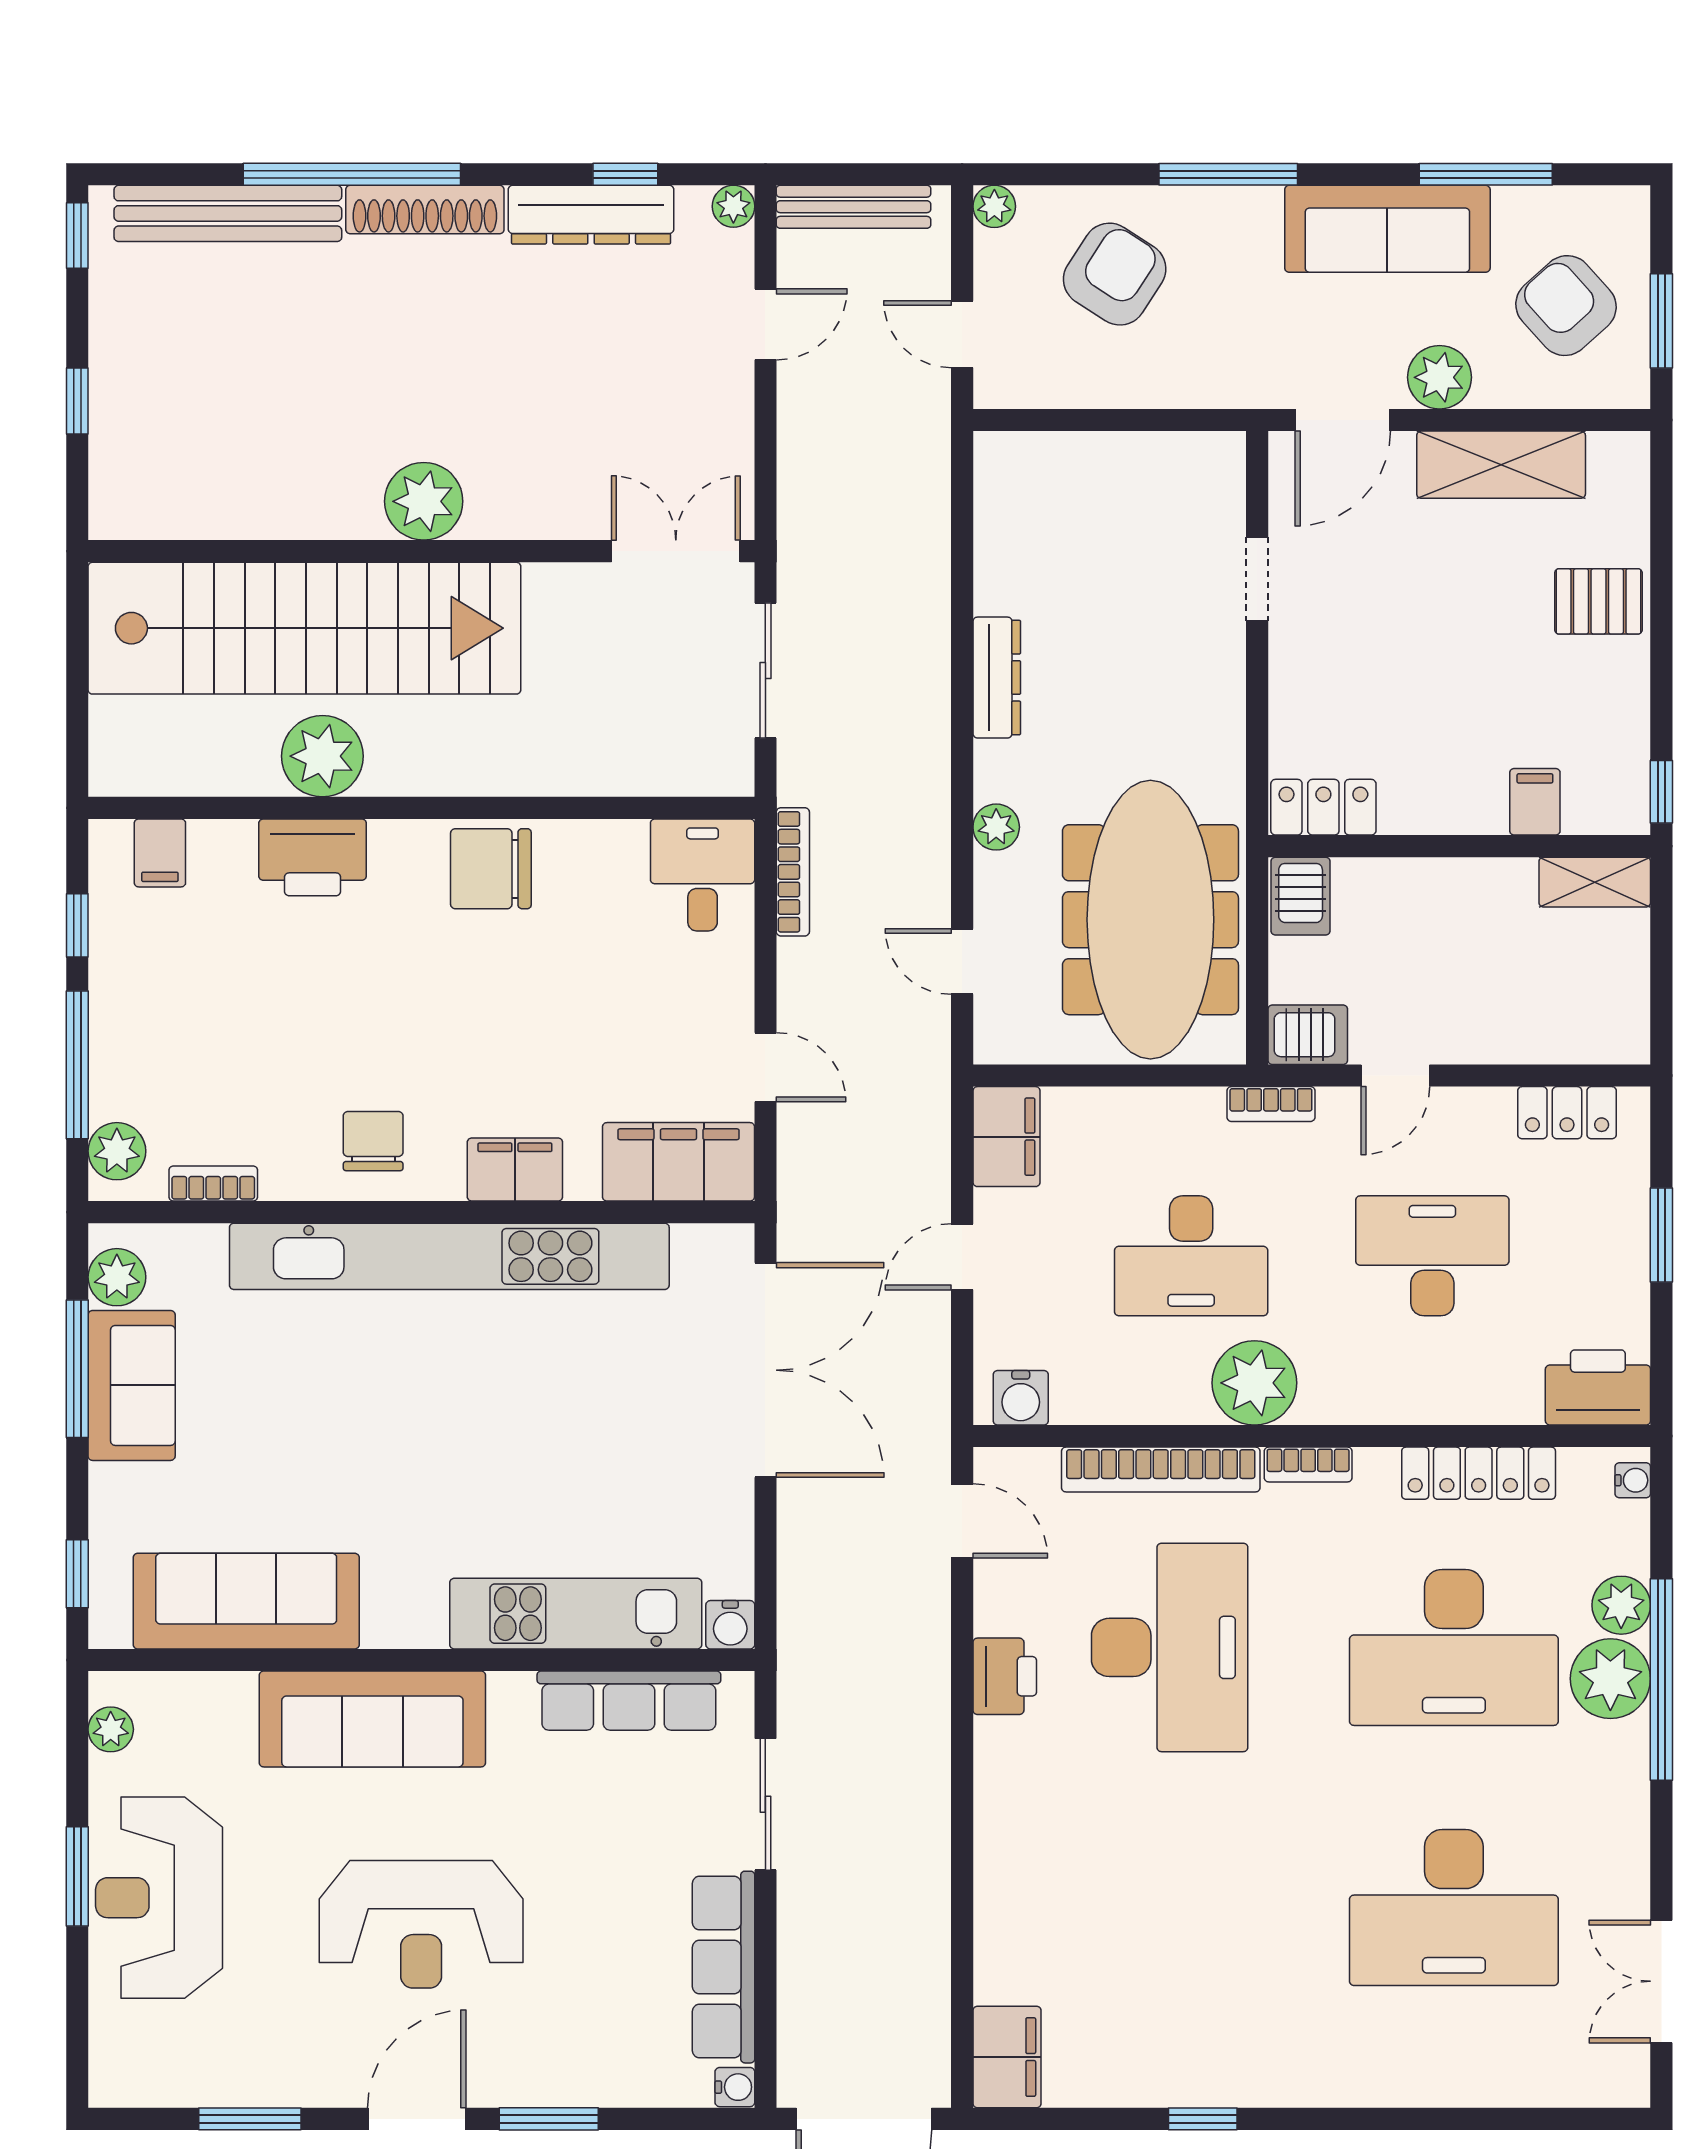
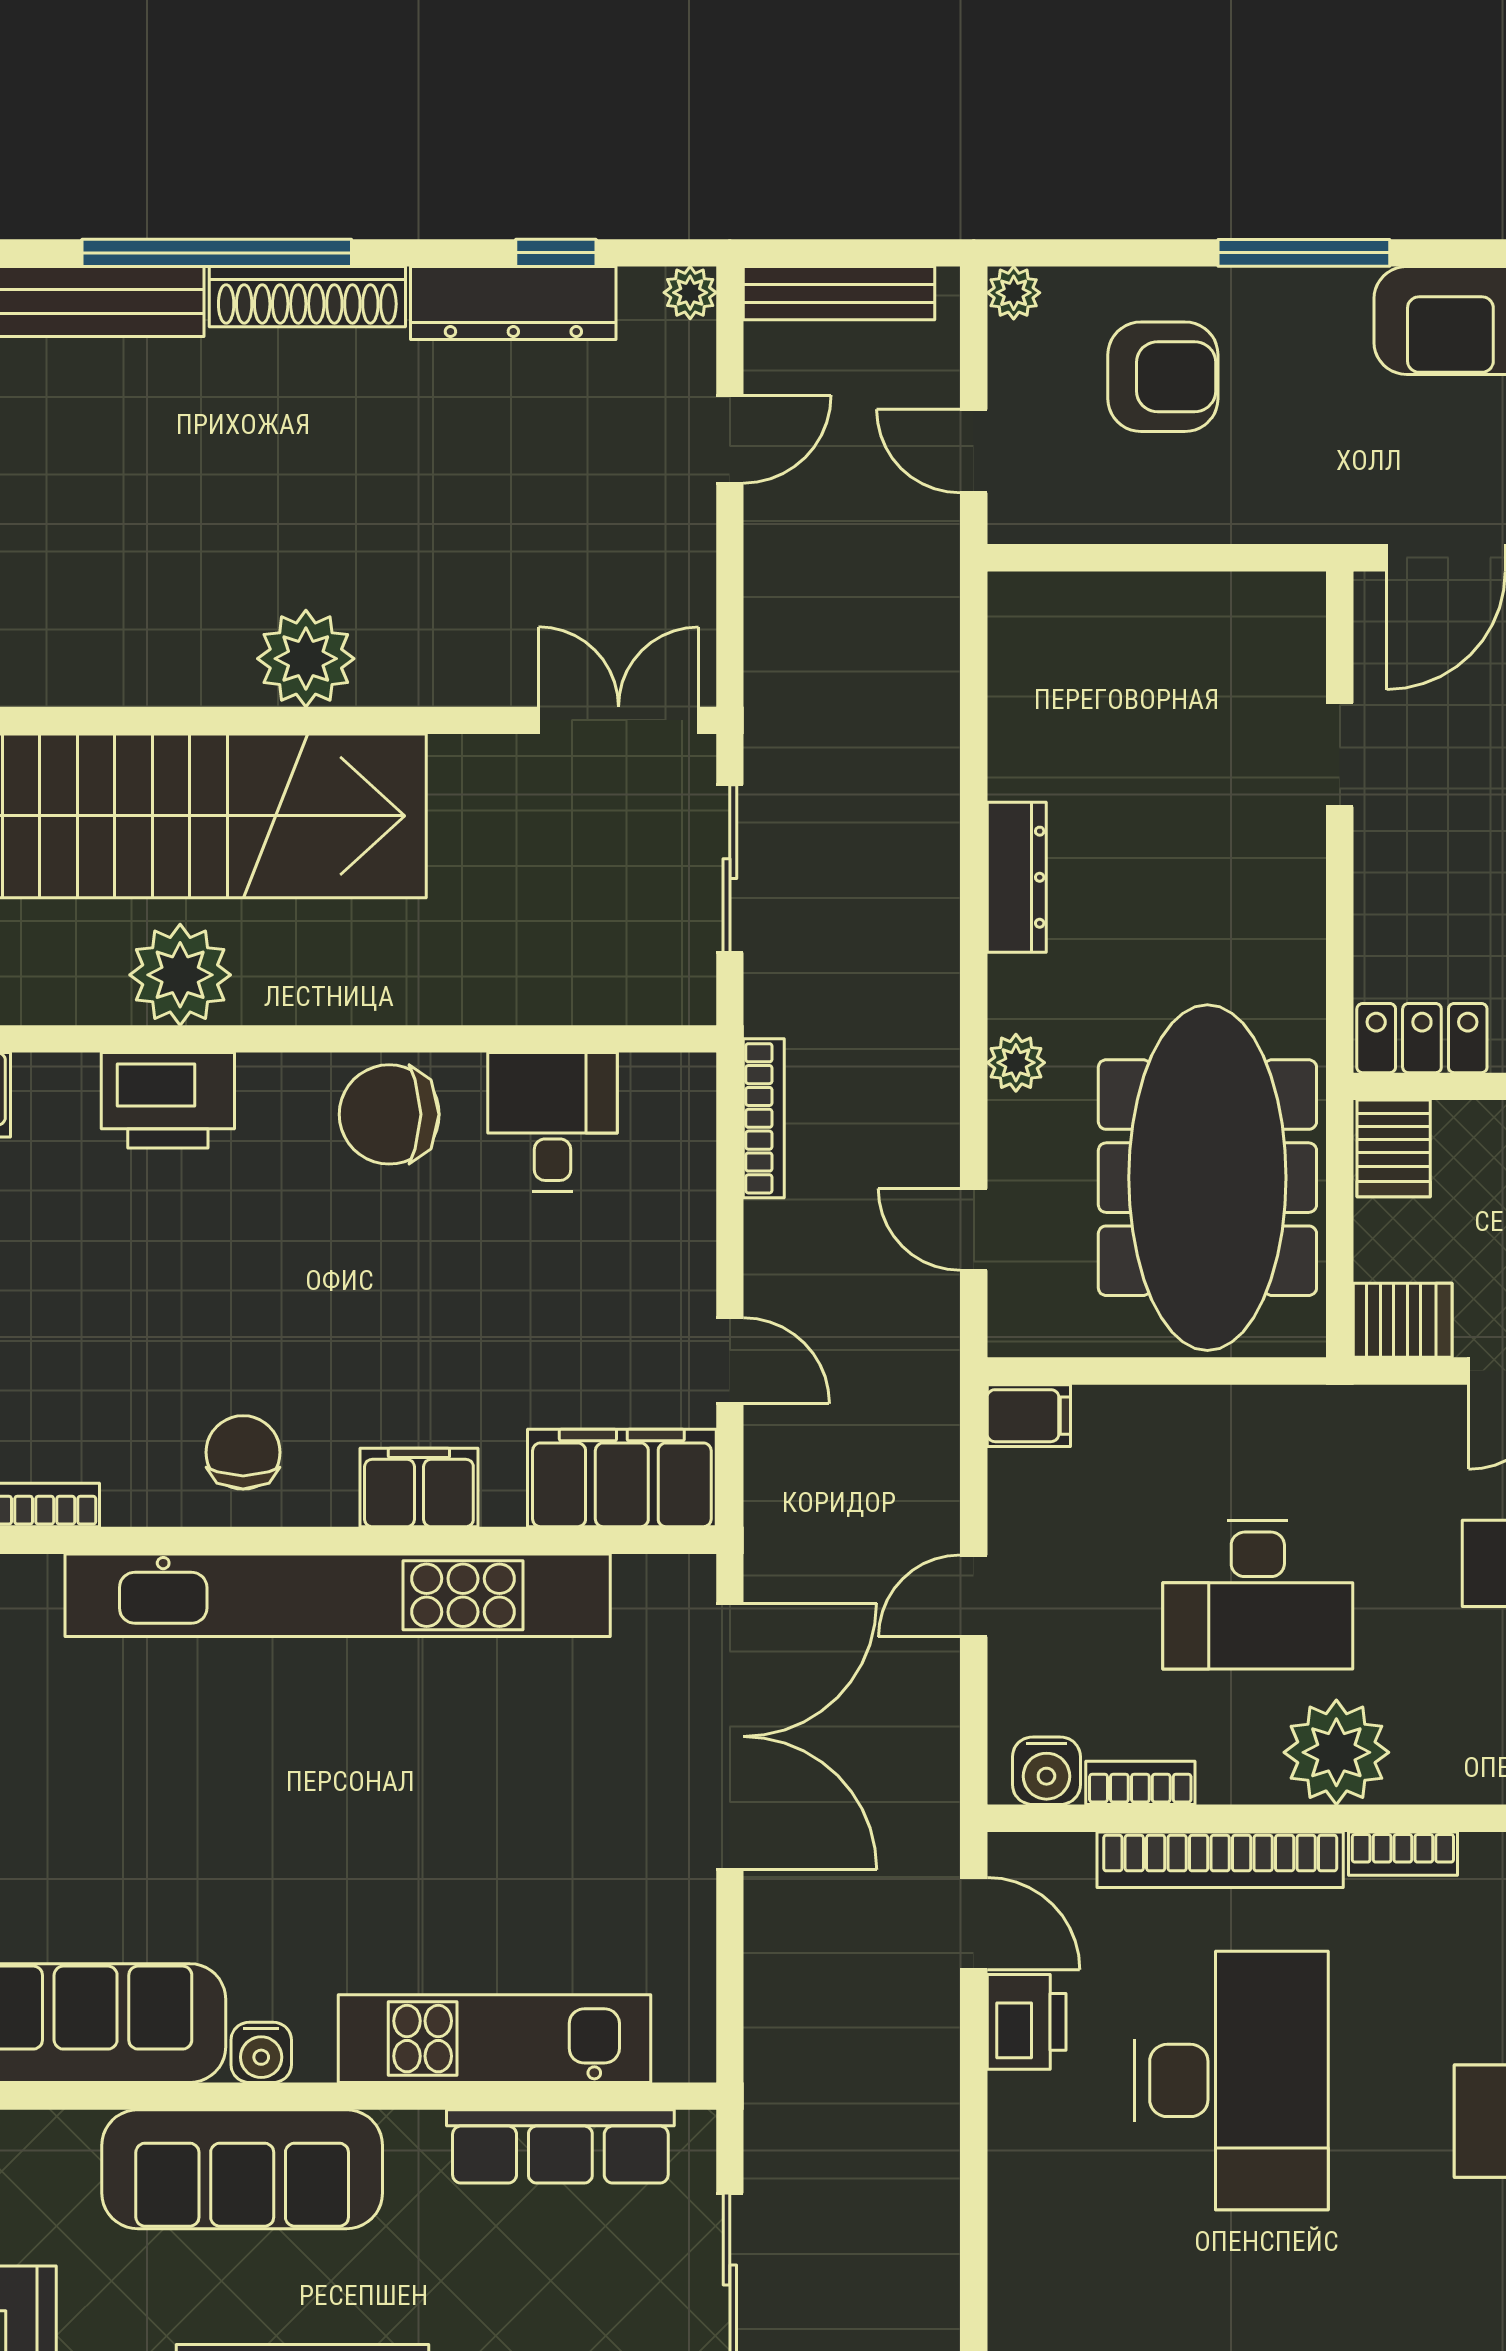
armchair: (1115, 274) -> (1163, 377), turned 57
desk: (703, 875) -> (552, 1122), moved
bookcase: (1271, 1104) -> (1140, 1783), moved, turned 180
filing cabinet: (1006, 1137) -> (1029, 1416), width x0.50
water cooler: (730, 1625) -> (261, 2052), moved
printer: (1005, 1676) -> (1027, 2022), moved

